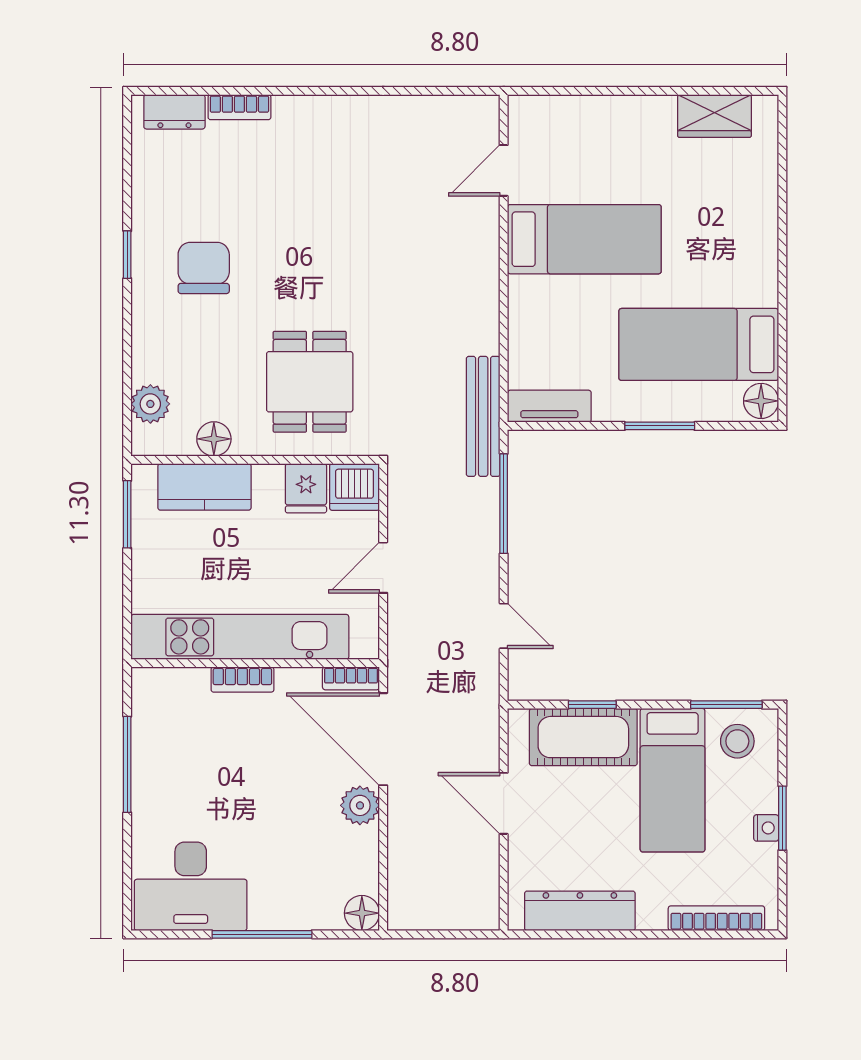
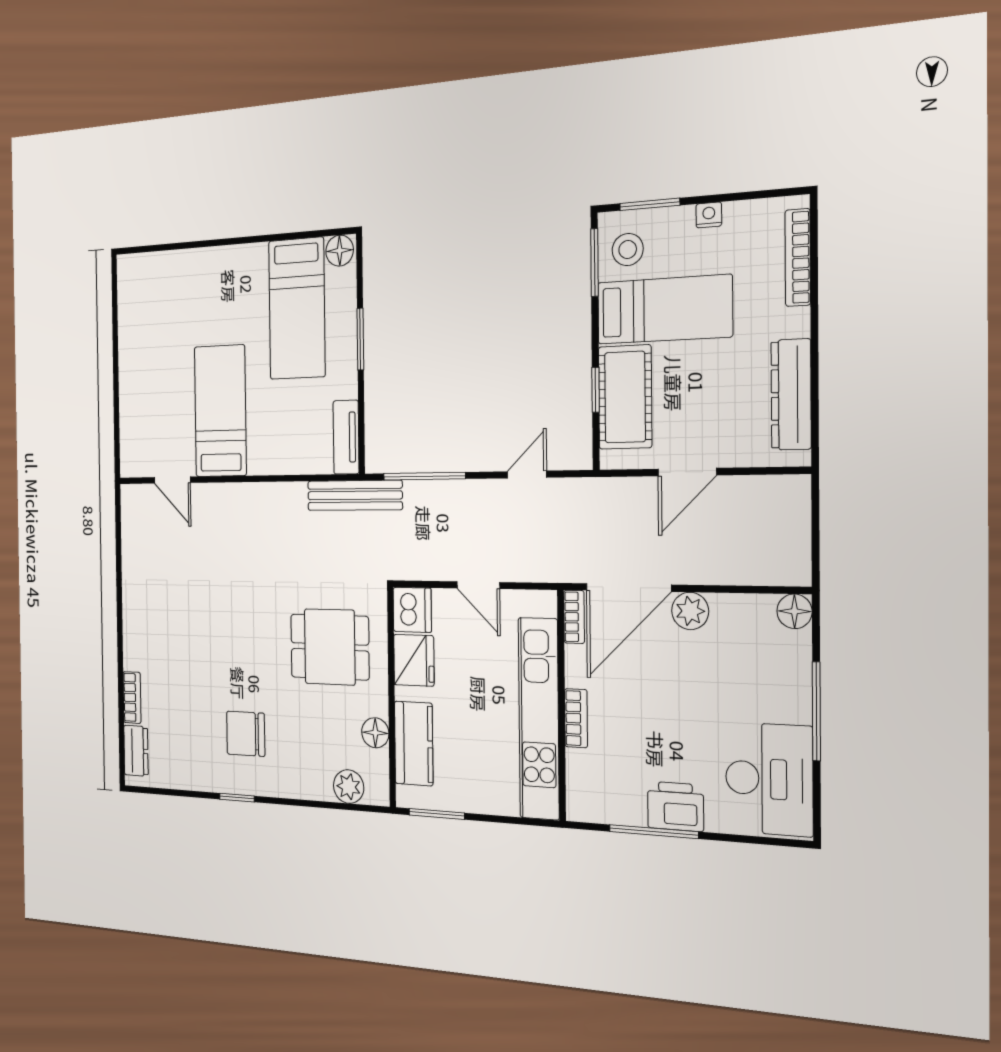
wardrobe: (714, 116) -> (132, 307), removed
fridge: (306, 488) -> (414, 660), width x1.38
printer: (156, 788) -> (675, 806), added
window: (782, 818) -> (650, 204), moved

